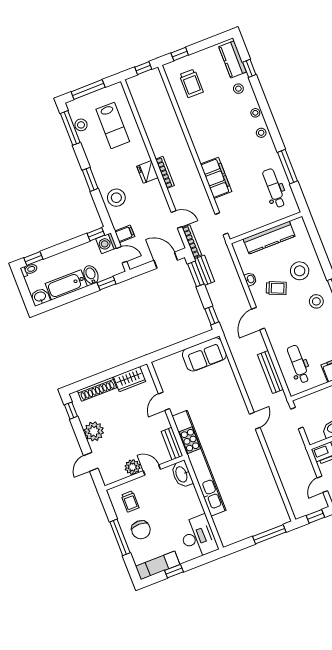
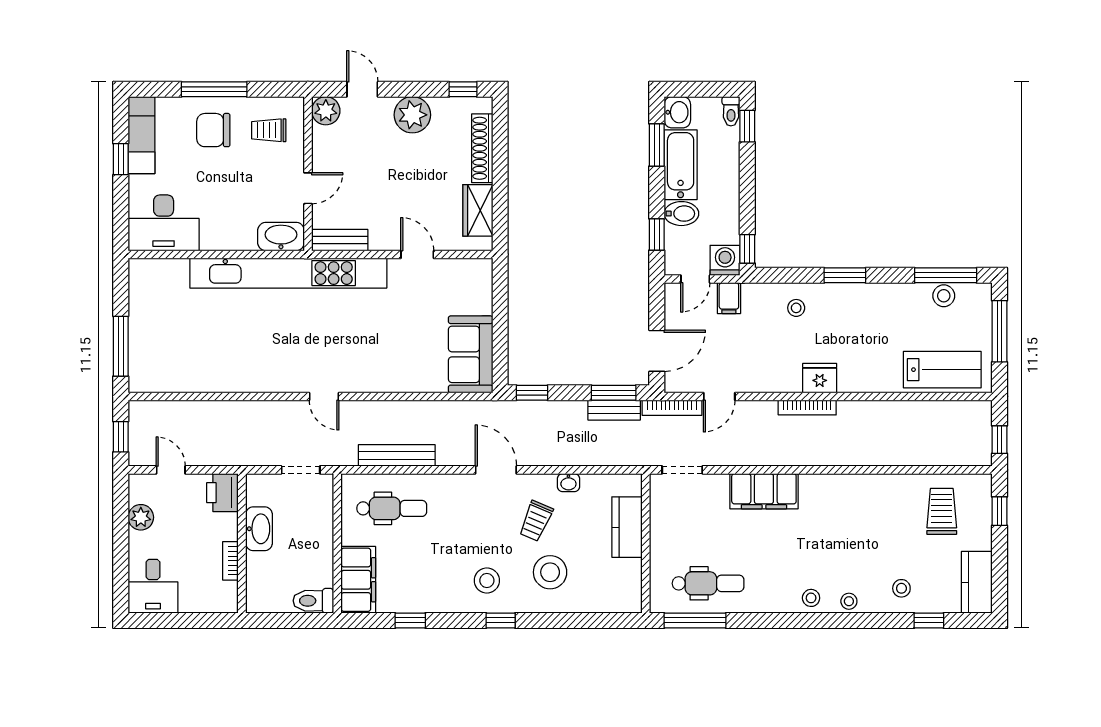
kitchen counter: (233, 59) -> (977, 582), moved, turned -90
trolley: (191, 83) -> (942, 511), turned 90
lab bench: (113, 125) -> (942, 370), moved, turned 180
window: (287, 167) -> (695, 620), moved
stool: (116, 198) -> (796, 308), width x0.53, depth x0.53
kitchen counter: (269, 238) -> (627, 527), width x0.67
window: (61, 301) -> (657, 145), added
plant: (132, 467) -> (326, 111), moved

